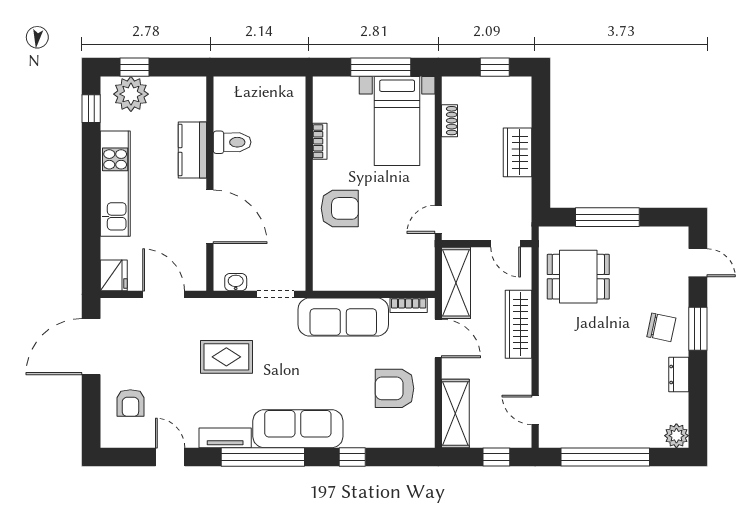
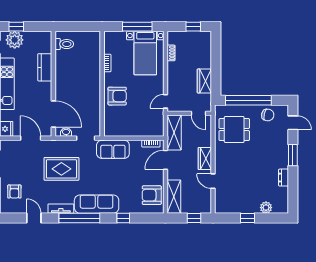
toilet: (232, 142) -> (64, 44), moved
wardrobe: (517, 152) -> (204, 81), moved
door: (210, 217) -> (53, 114), moved
window: (607, 217) -> (248, 100), width x1.46
sofa: (343, 317) -> (113, 149), width x0.73
wardrobe: (519, 324) -> (205, 158), width x0.67
chair: (661, 327) -> (268, 115), moved
door: (438, 338) -> (165, 160), swing flipped
rug: (226, 357) -> (61, 169), width x1.36, depth x1.43
armchair: (395, 388) -> (152, 195), moved
door: (535, 410) -> (213, 181), moved
plant: (676, 436) -> (266, 208), moved
window: (605, 457) -> (247, 218), width x0.32

